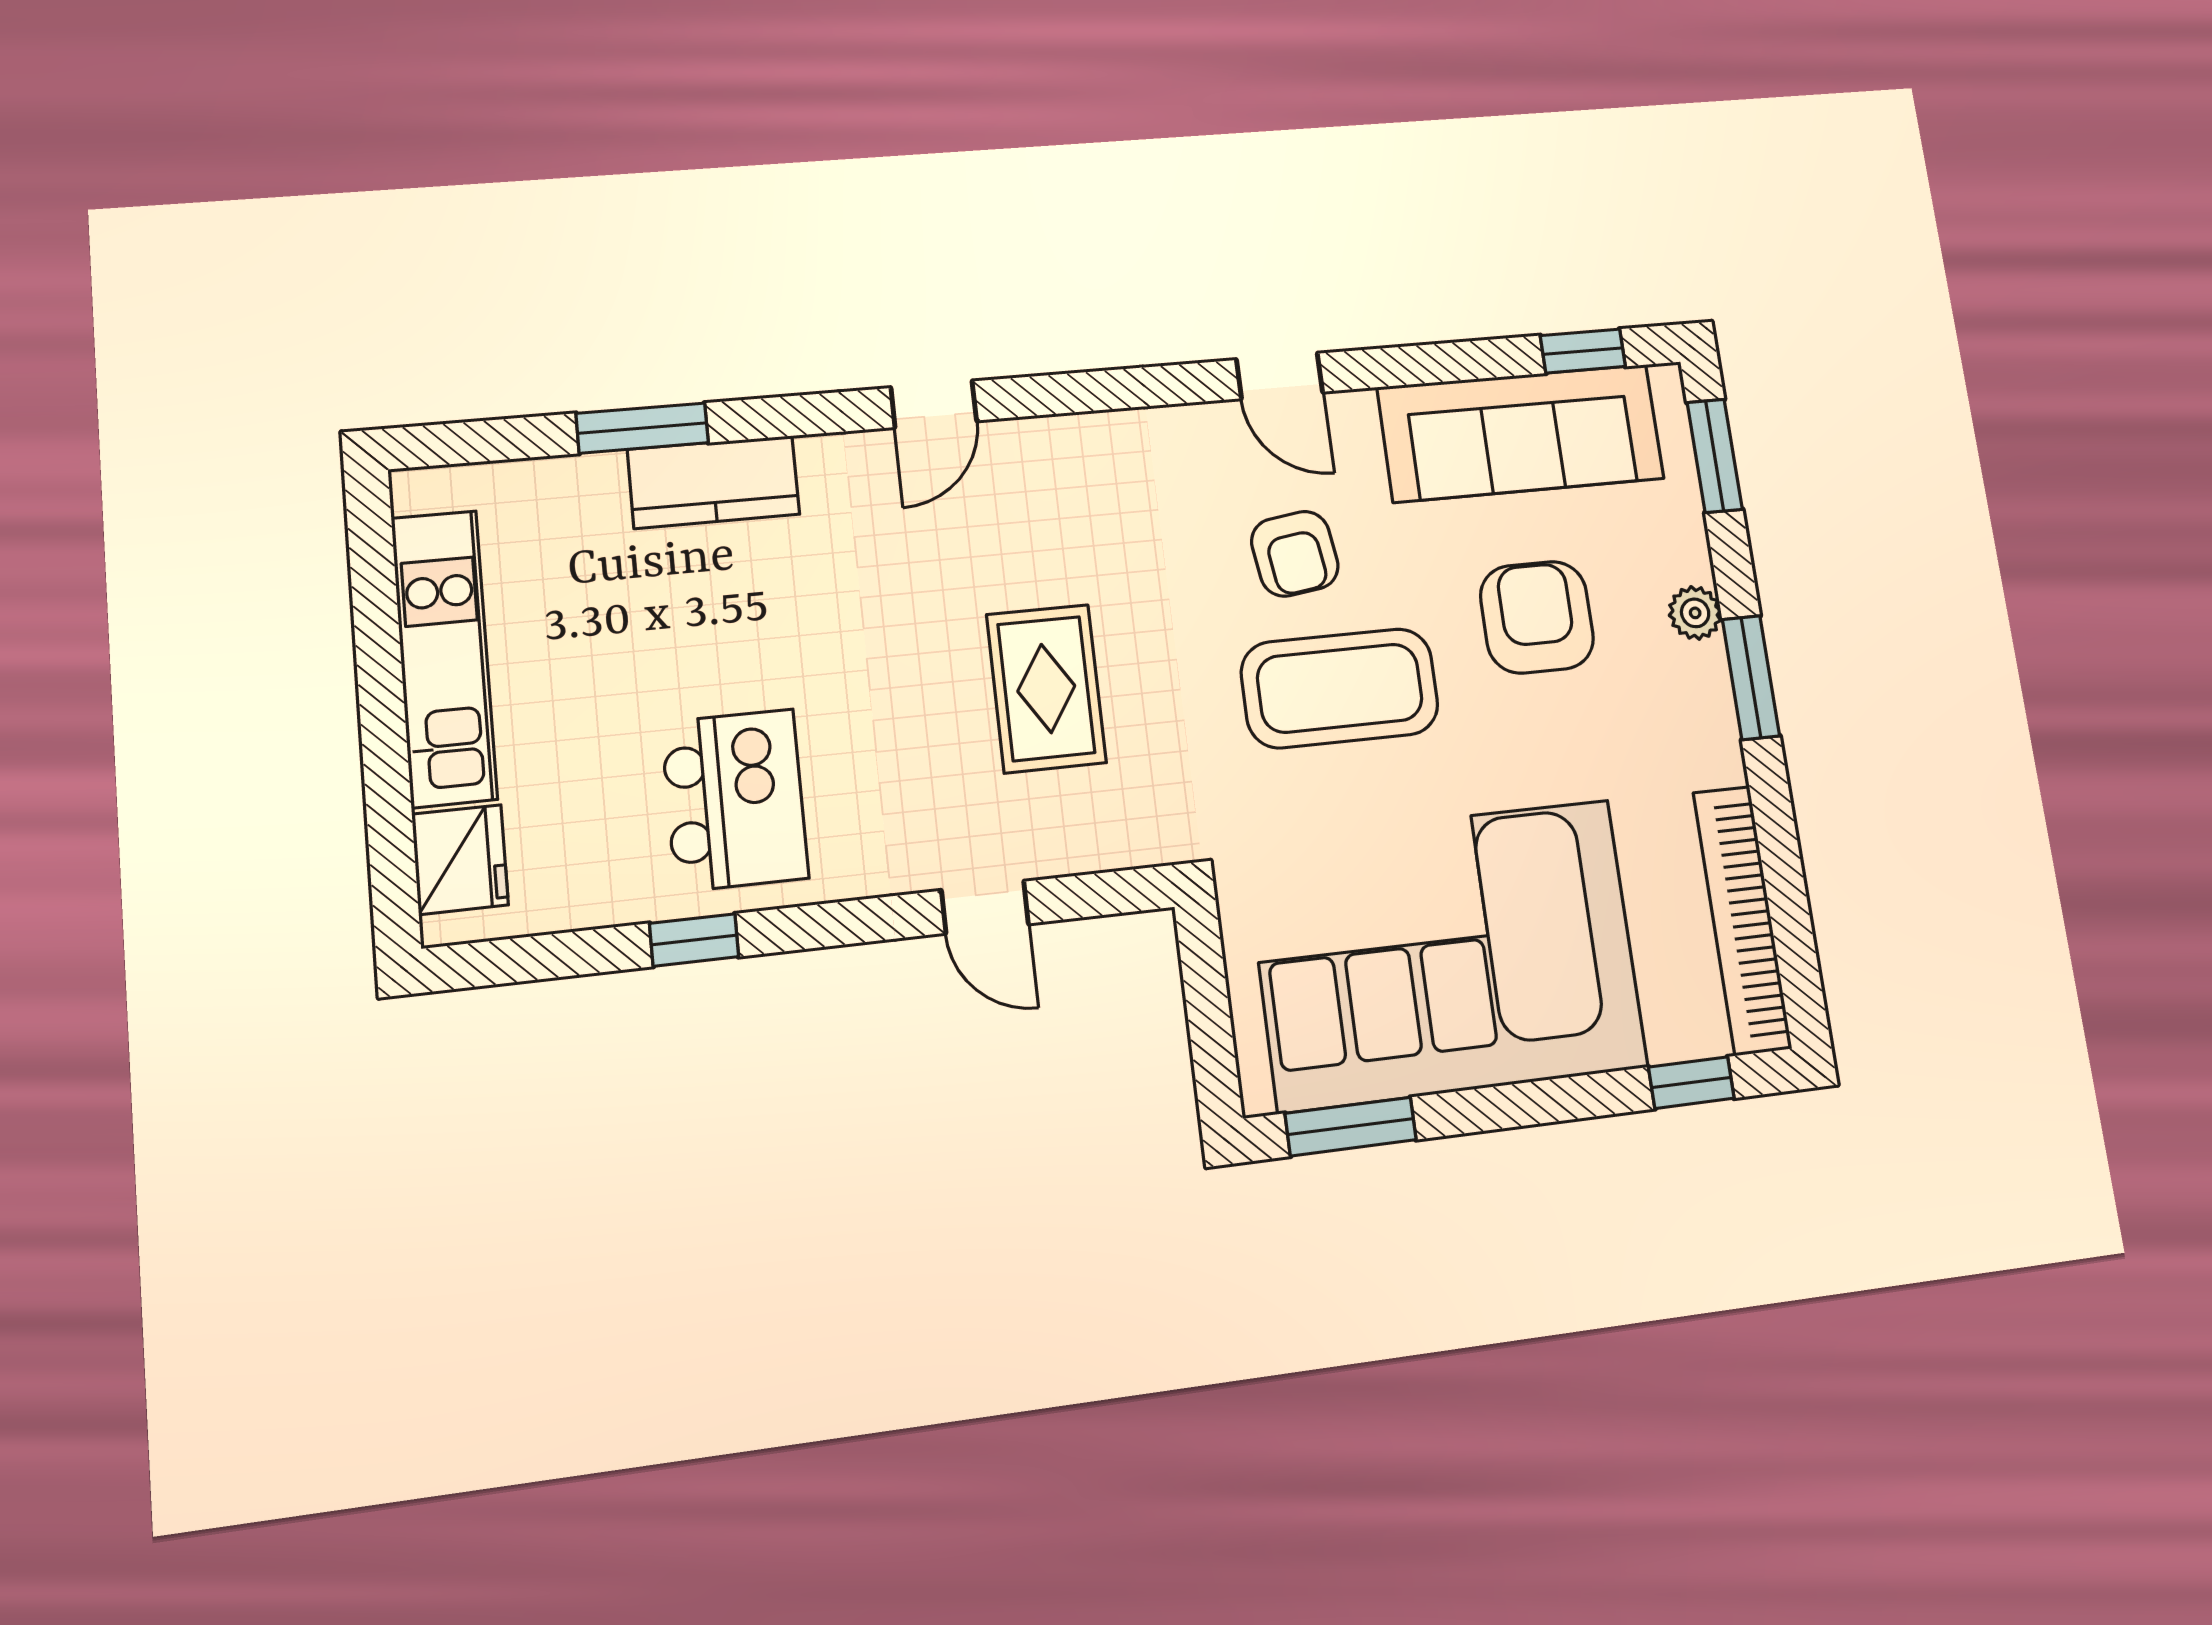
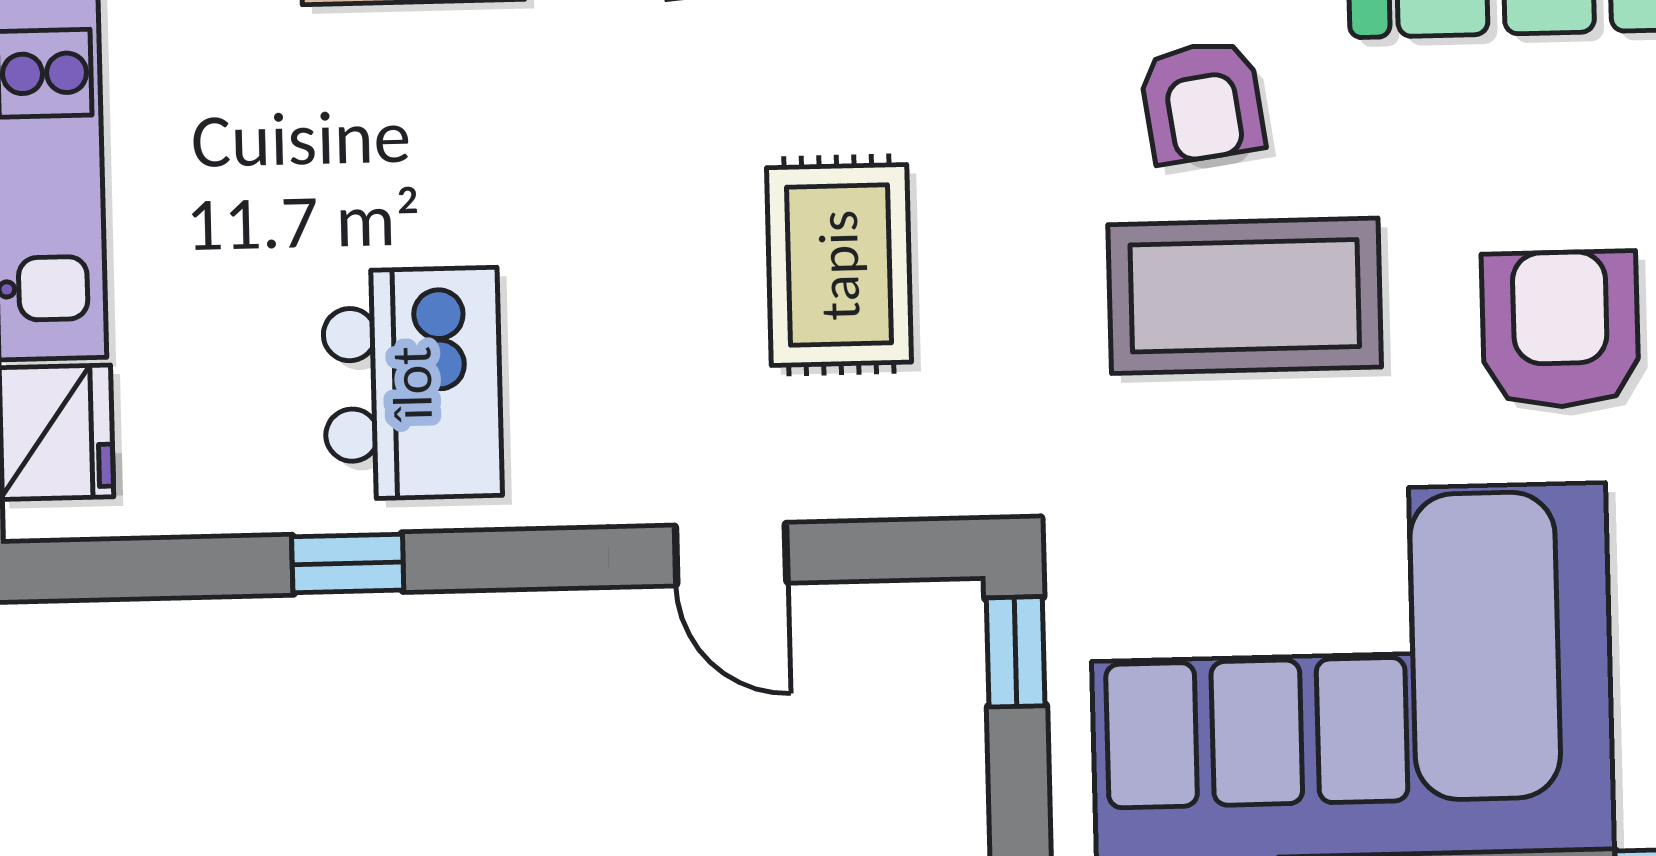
armchair: (1537, 617) -> (1560, 329), moved
window: (1202, 961) -> (1016, 652), added

